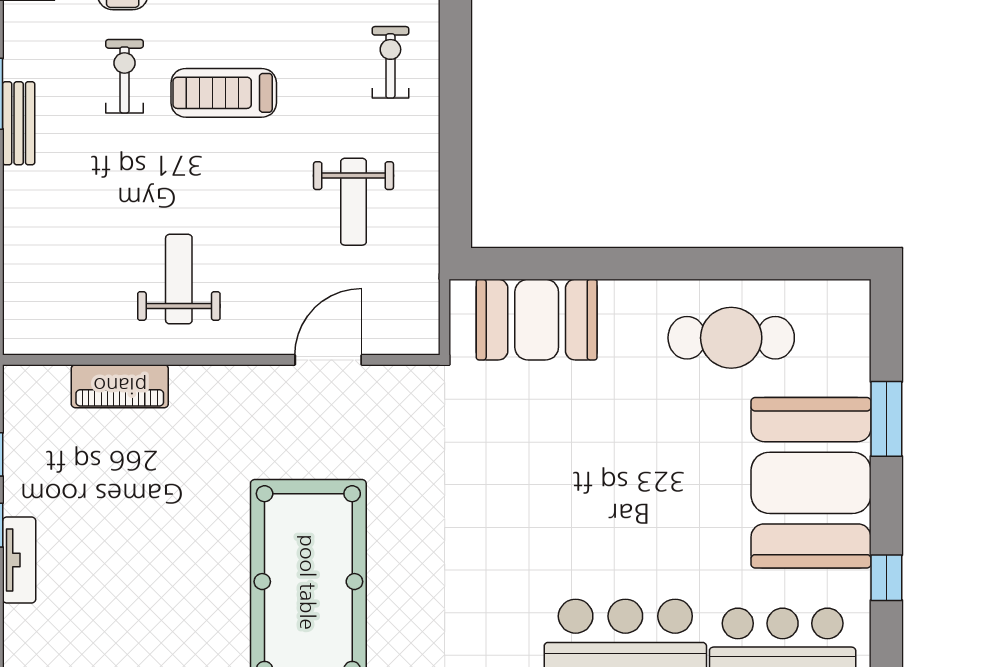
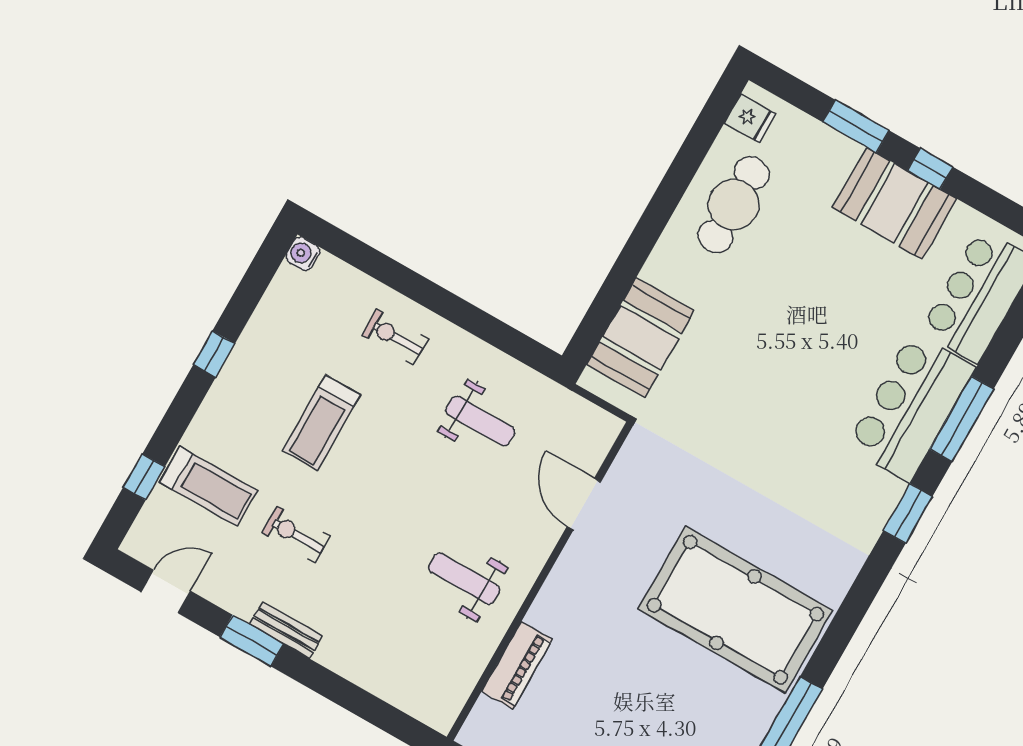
treadmill: (224, 93) -> (321, 423), moved
fridge: (832, 303) -> (750, 118), added
booth: (811, 483) -> (894, 203), width x0.73, depth x0.70
window: (886, 578) -> (930, 169), moved

